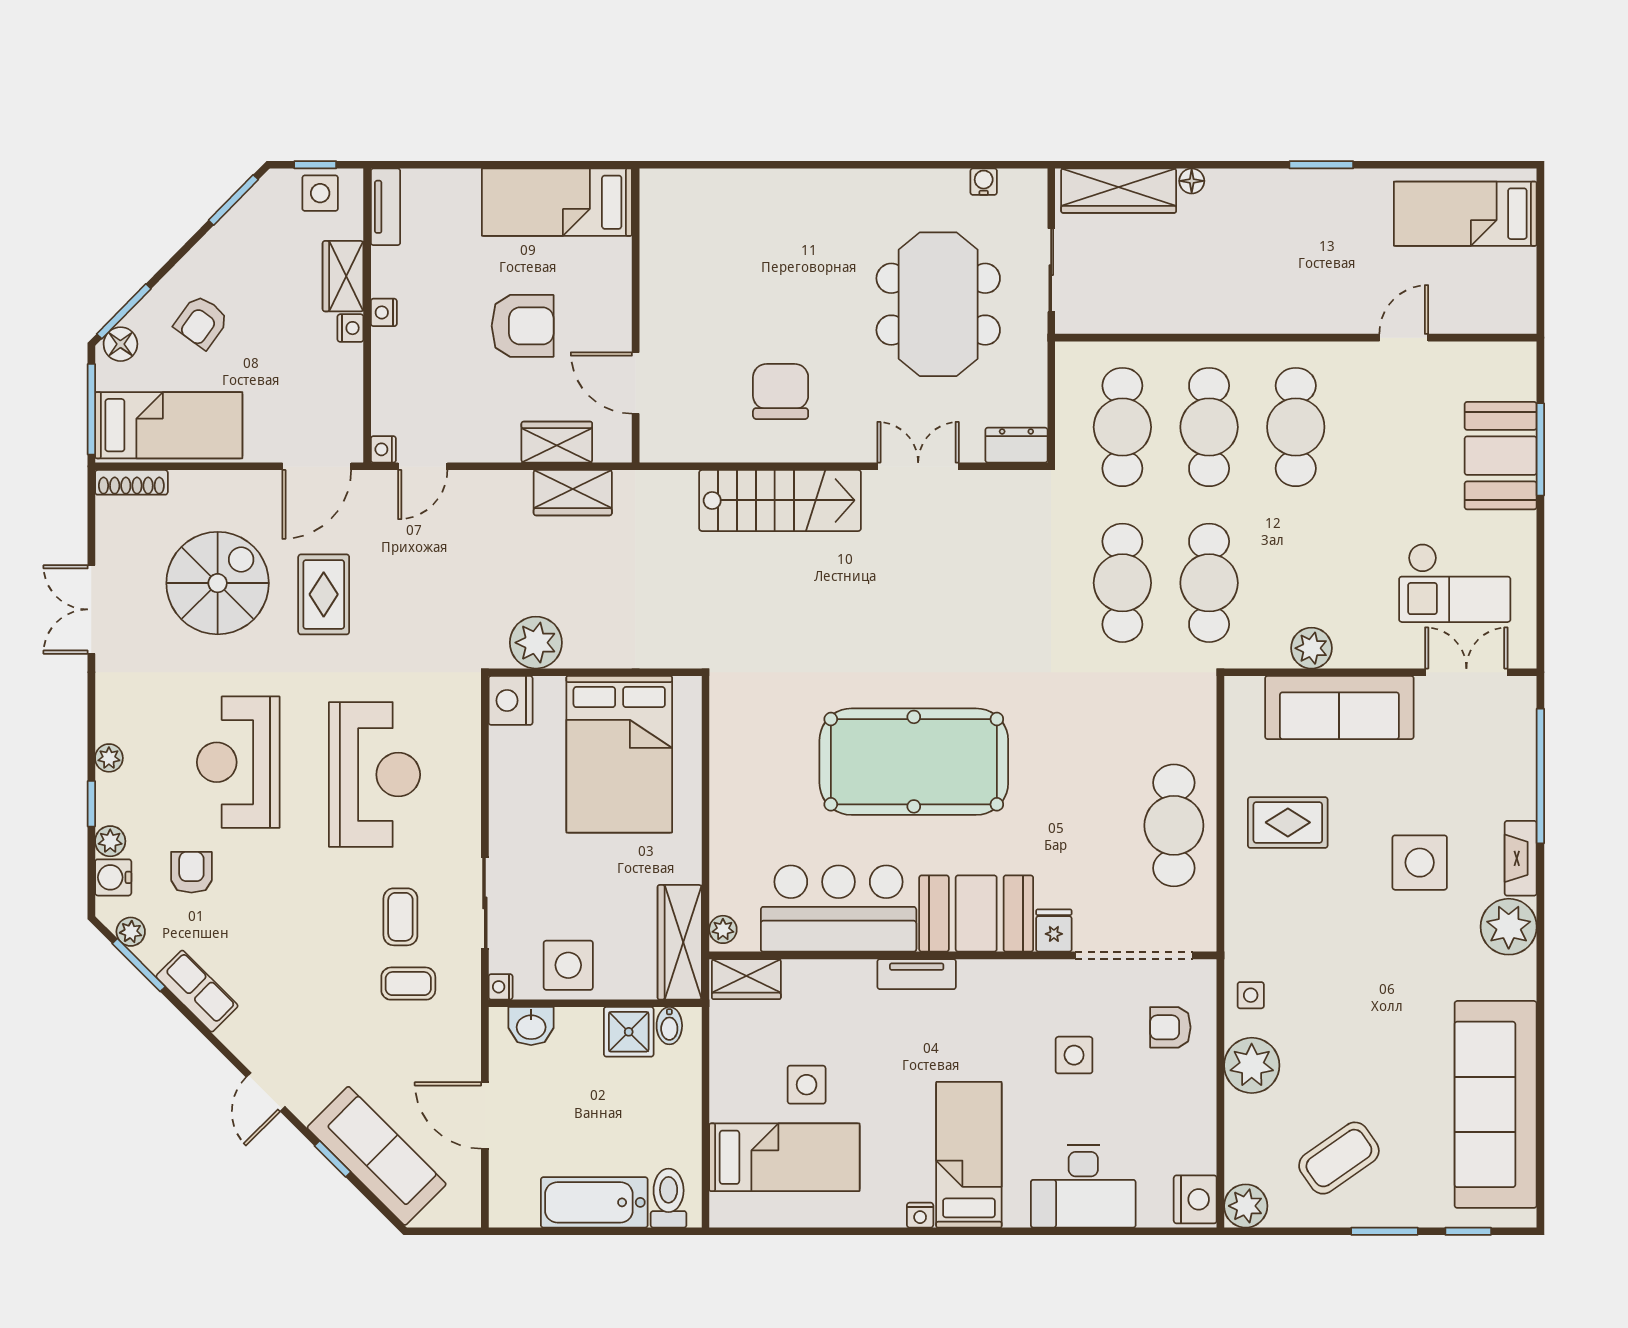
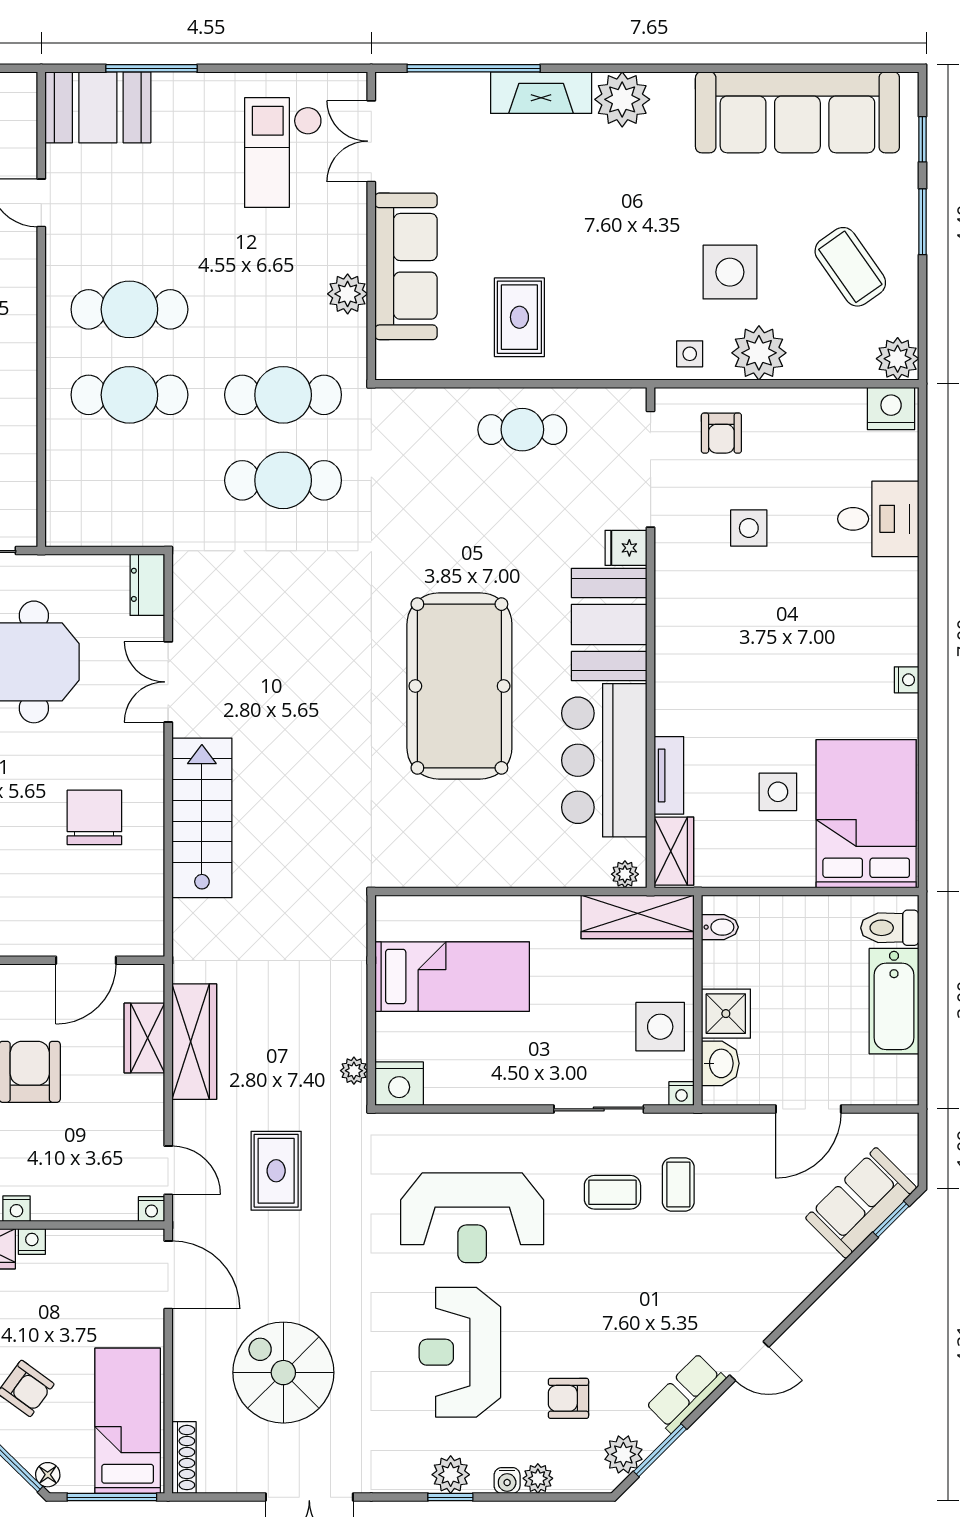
floor lamp: (120, 344) -> (48, 1475), width x0.73, depth x0.73
chair: (781, 391) -> (94, 817), turned 90
cafe table: (1122, 427) -> (129, 480), removed
booth: (1501, 456) -> (98, 107), moved
wardrobe: (573, 493) -> (194, 1042), width x1.50
checkout: (1455, 583) -> (283, 153), turned 180
rug: (324, 594) -> (276, 1171), moved, turned 90
plant: (536, 643) -> (354, 1071), width x0.53, depth x0.53
bed: (619, 754) -> (452, 977), width x0.67
plant: (109, 758) -> (451, 1475), width x1.38, depth x1.38
reception desk: (238, 762) -> (460, 1352), turned 90
reception desk: (375, 775) -> (472, 1218), turned 180
window: (91, 804) -> (450, 1497), moved
cafe table: (1174, 825) -> (522, 430), width x0.73, depth x0.74
fireplace: (1521, 858) -> (541, 93), width x1.37, depth x1.32
side table: (1420, 863) -> (730, 272), moved
water cooler: (113, 877) -> (507, 1480), moved, width x0.72, depth x0.72
plant: (131, 932) -> (623, 1454), width x1.38, depth x1.38
tv unit: (917, 974) -> (669, 775), moved
shower: (629, 1032) -> (726, 1014), moved
door: (266, 1092) -> (749, 1361), moved
bed: (969, 1155) -> (847, 632), removed
sofa: (377, 1156) -> (861, 1203), width x0.73
bed: (784, 1157) -> (866, 814), width x1.50
window: (333, 1159) -> (891, 1219), moved
desk: (1083, 1186) -> (878, 519), width x0.73

